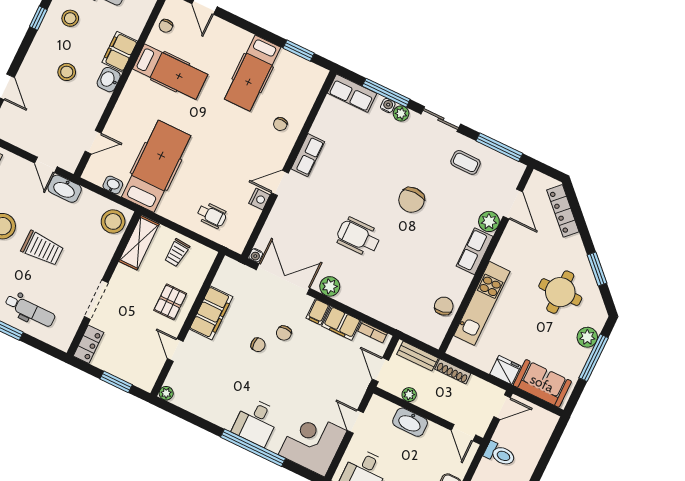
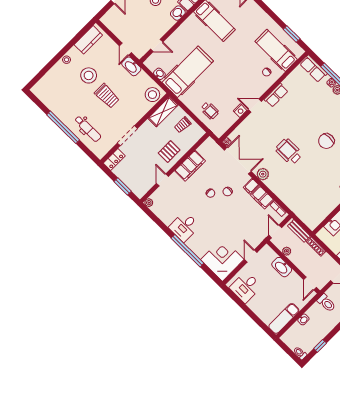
hospital bed: (253, 73) -> (276, 50), moved, turned 90
chair: (444, 306) -> (324, 208), removed
desk: (256, 422) -> (184, 227), moved

